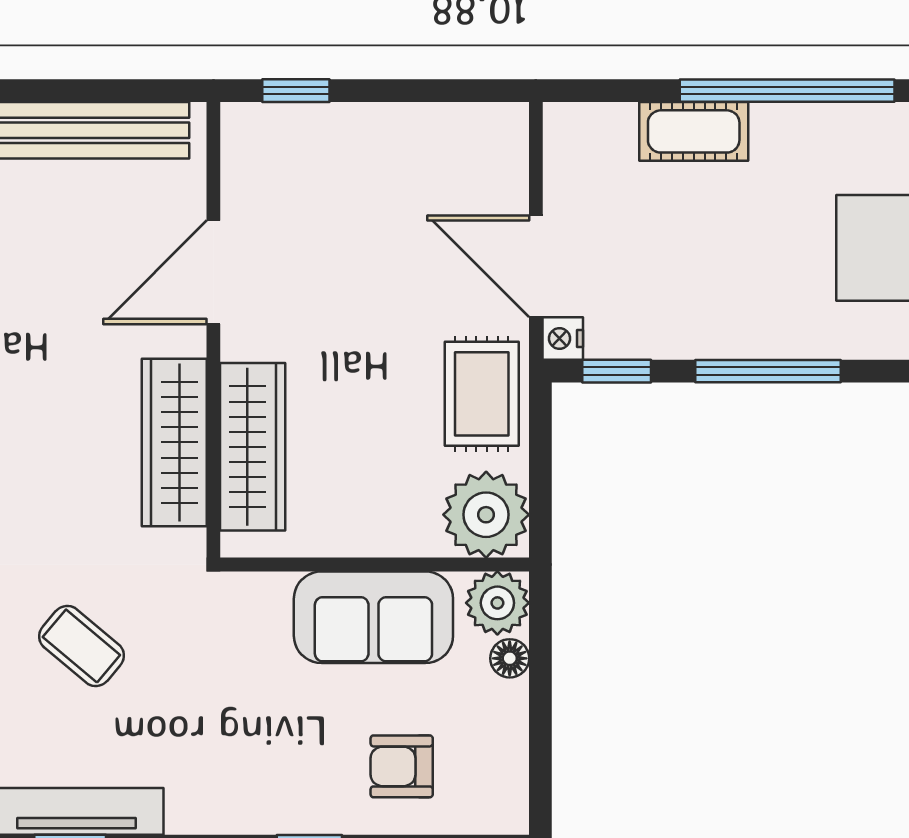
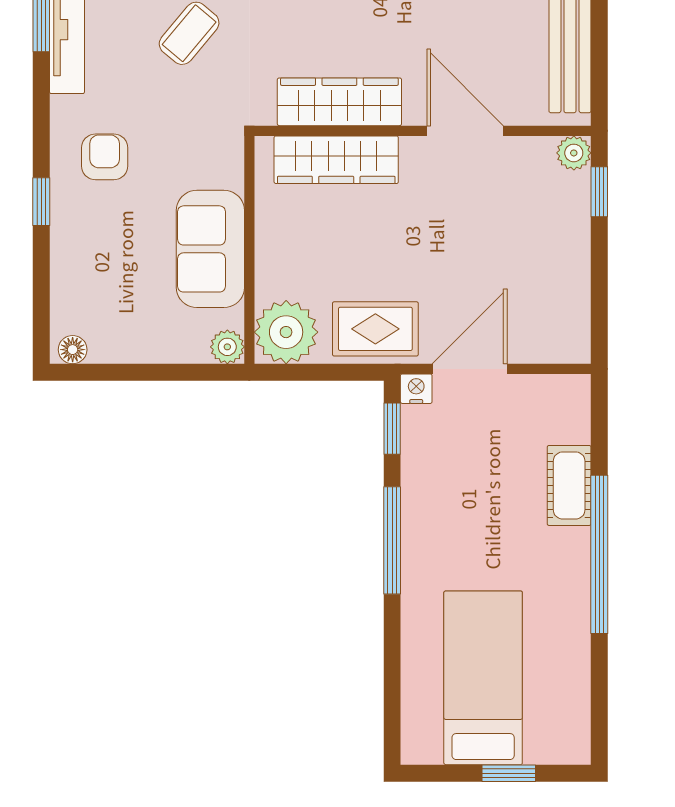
plant: (244, 125) -> (574, 153), added
plant: (497, 603) -> (227, 347), width x0.73, depth x0.73
floor lamp: (510, 658) -> (73, 350), moved
armchair: (402, 766) -> (105, 157), moved

